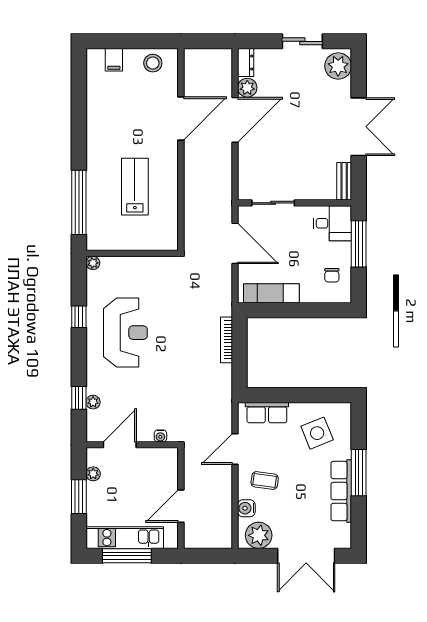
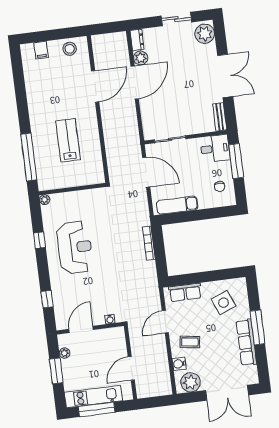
plant: (93, 402) -> (58, 301), removed

